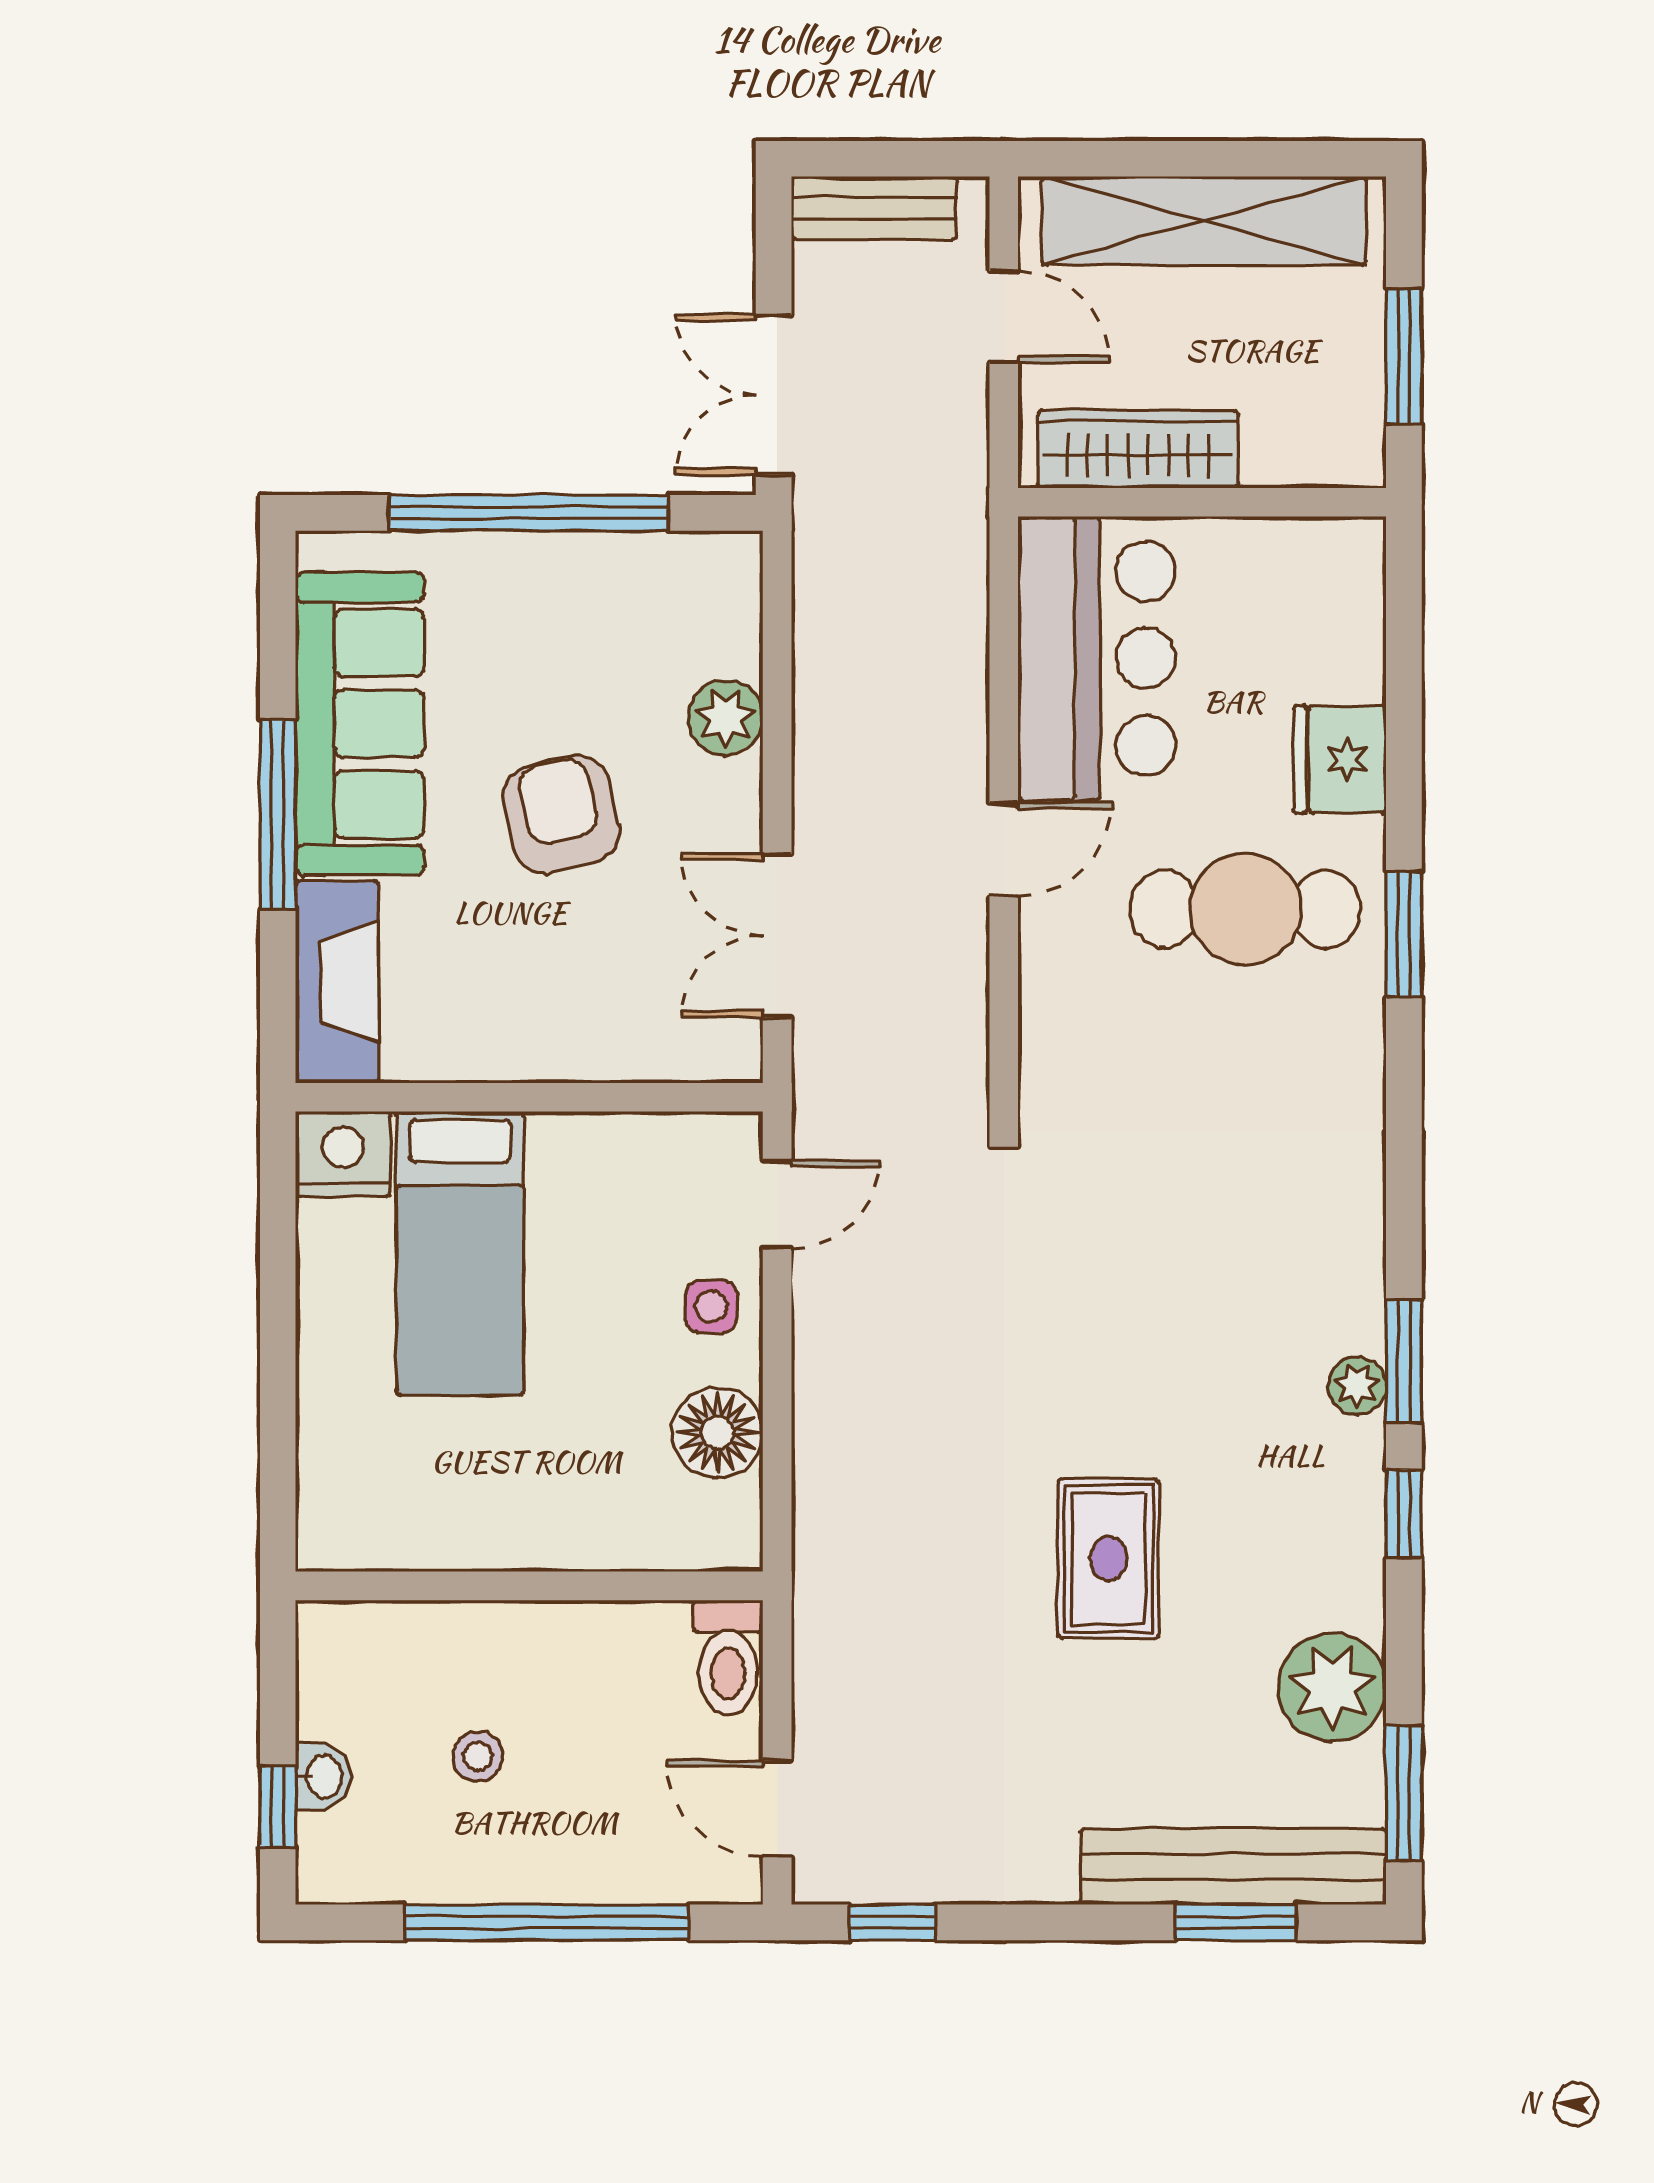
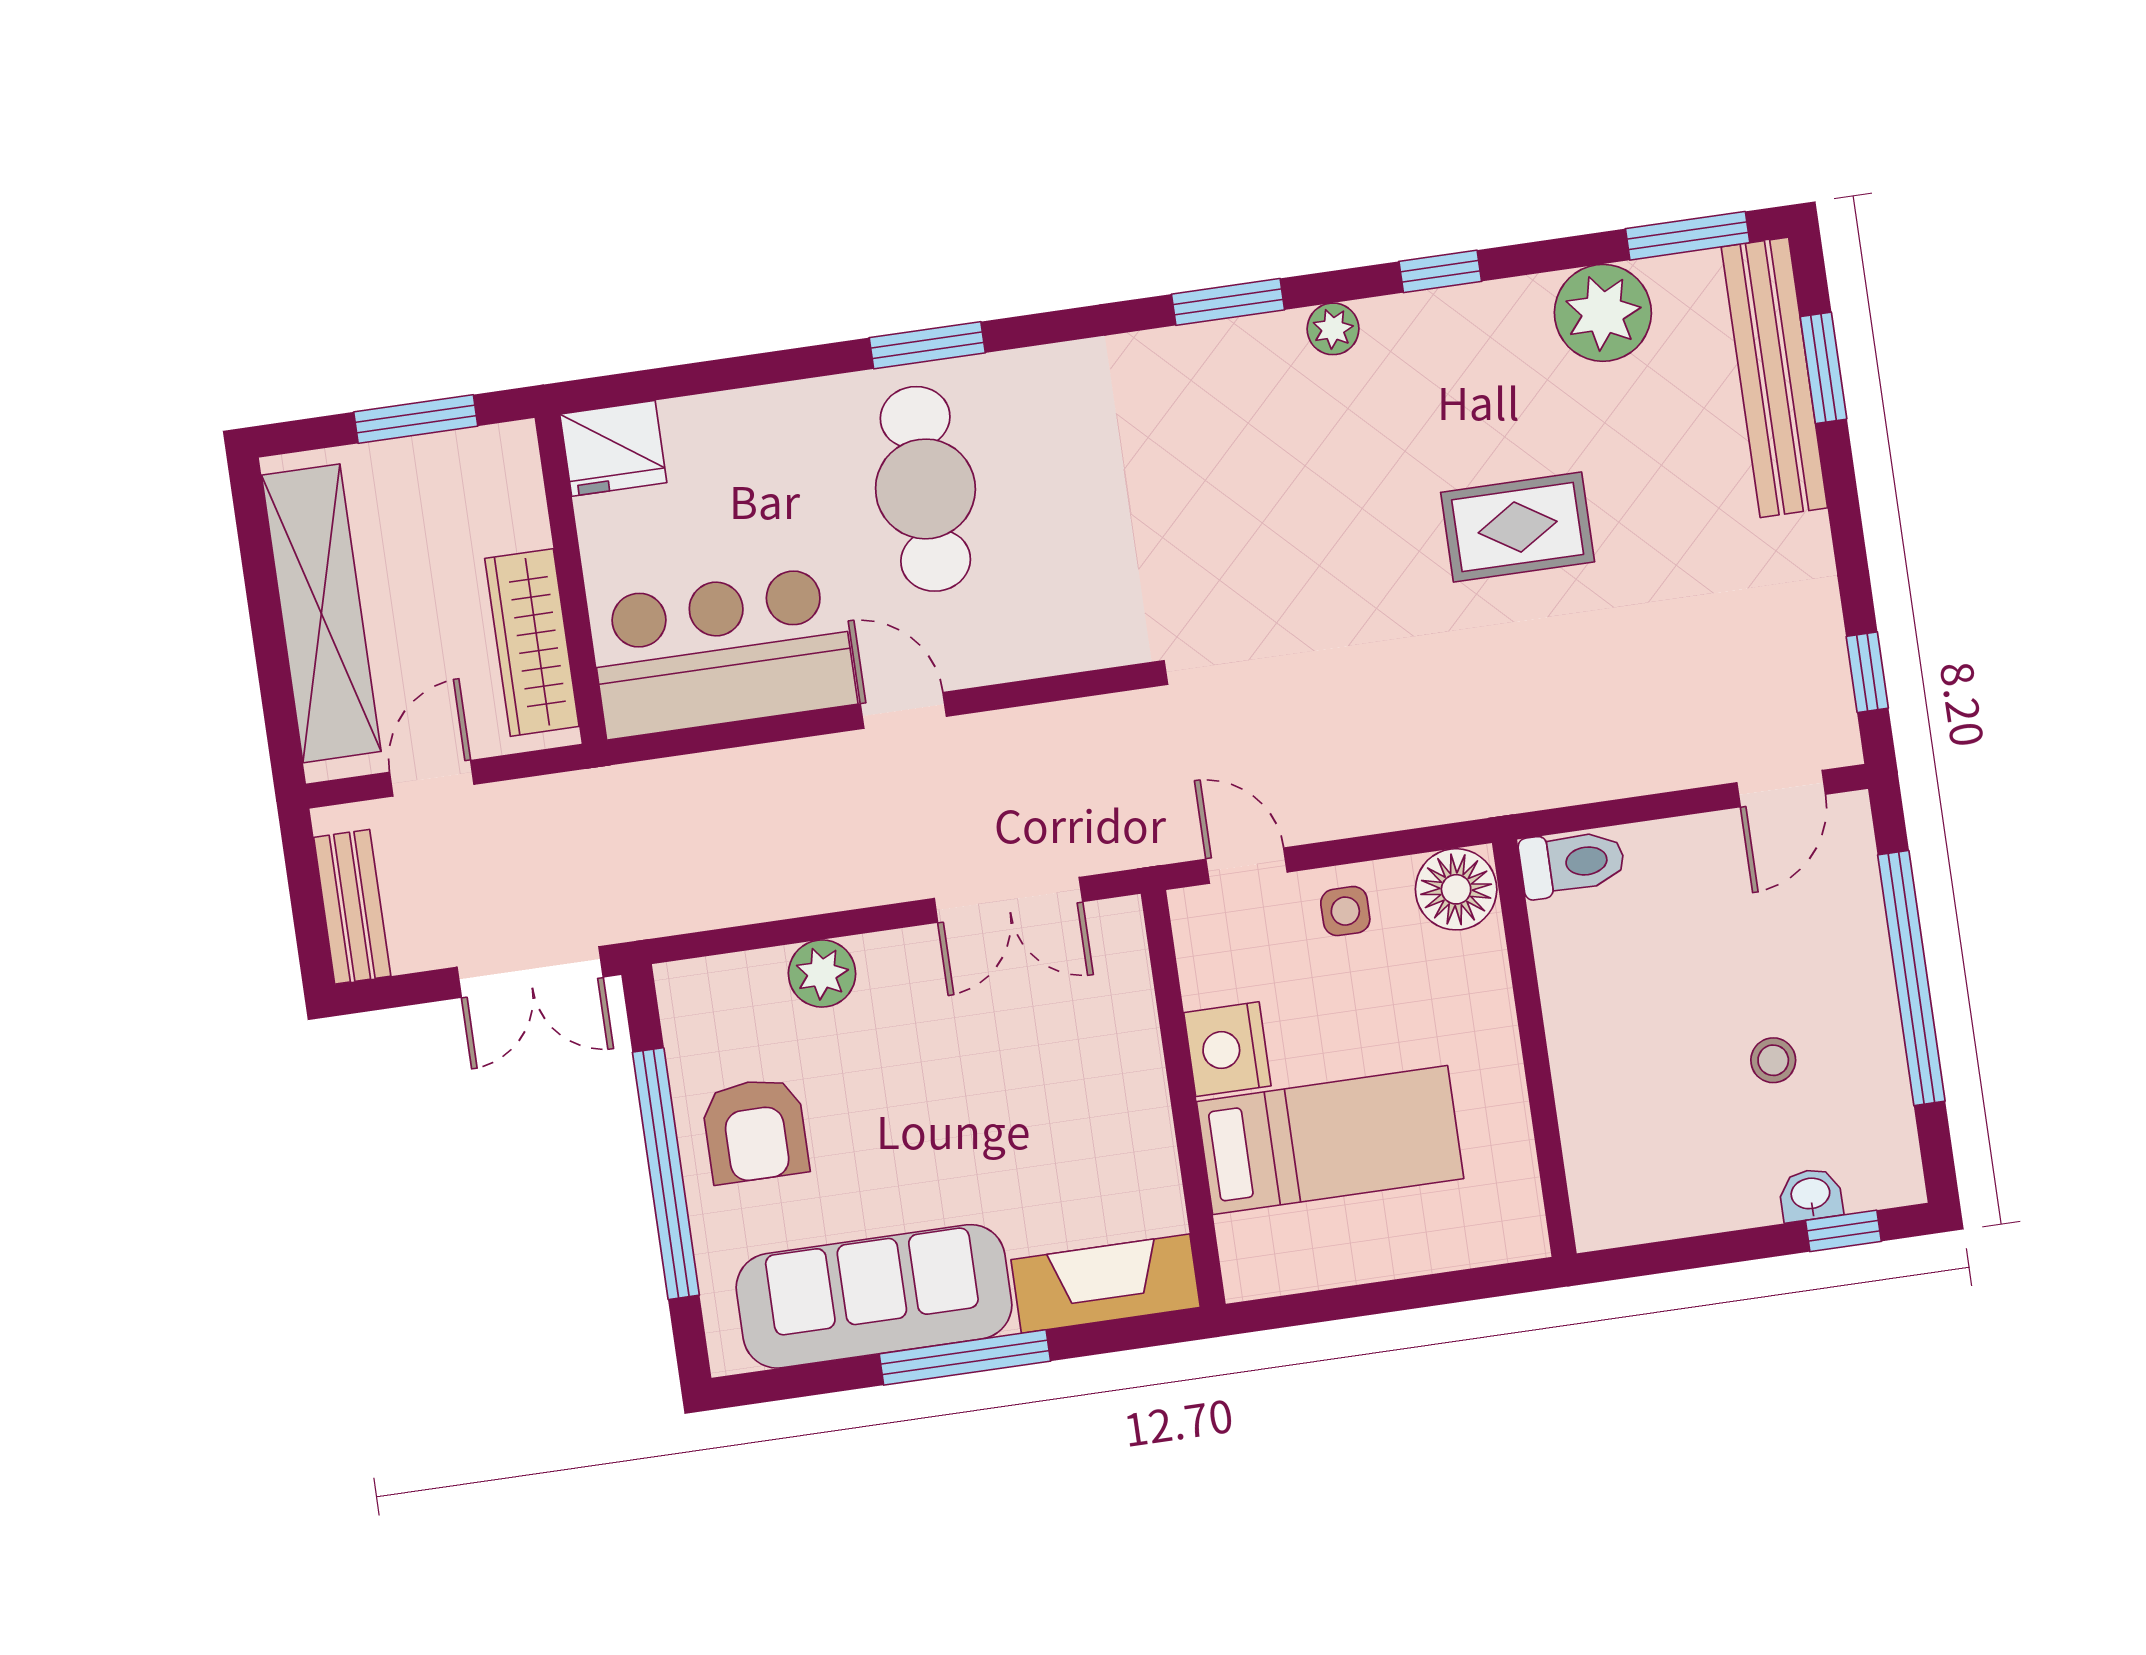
fridge: (1340, 759) -> (613, 448), moved
armchair: (561, 814) -> (755, 1130), moved, turned -77
nightstand: (343, 1154) -> (1227, 1049), moved
window: (1404, 1361) -> (1228, 302), moved
wall: (529, 1586) -> (1534, 1048), moved
toilet: (728, 1657) -> (1572, 863), moved

